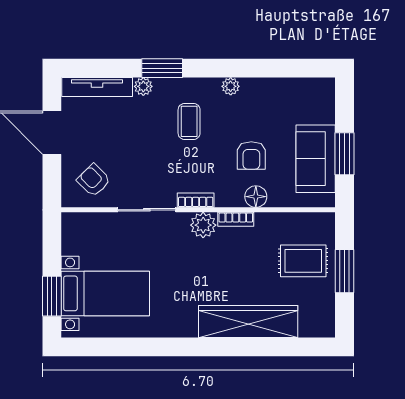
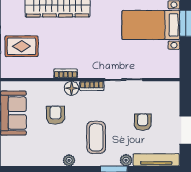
coffee table: (189, 121) -> (96, 137), width x1.36, depth x1.30
armchair: (94, 180) -> (143, 122), moved, turned -135
floor lamp: (256, 197) -> (72, 88), moved
plant: (203, 225) -> (87, 70), removed

